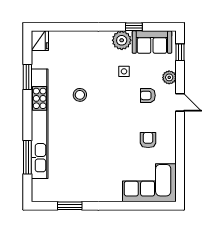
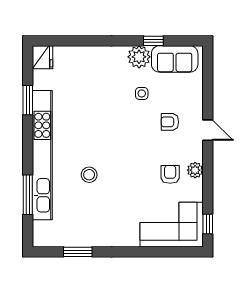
window: (180, 52) -> (208, 224), moved
plant: (169, 77) -> (195, 170), moved
stool: (80, 95) -> (89, 175), moved

